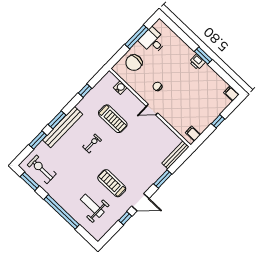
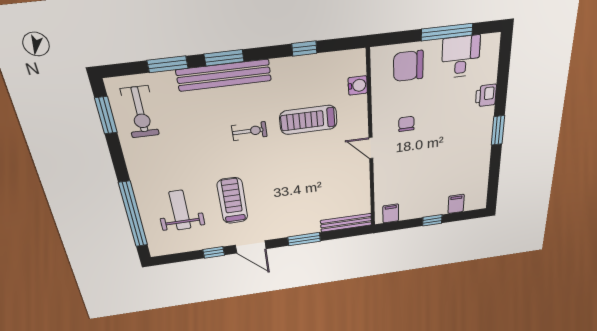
printer: (197, 62) -> (486, 96), moved
filing cabinet: (231, 94) -> (456, 204), moved
treadmill: (113, 119) -> (308, 120), turned 90
exercise bike: (42, 169) -> (140, 112), turned 180
window: (62, 212) -> (133, 214), moved

